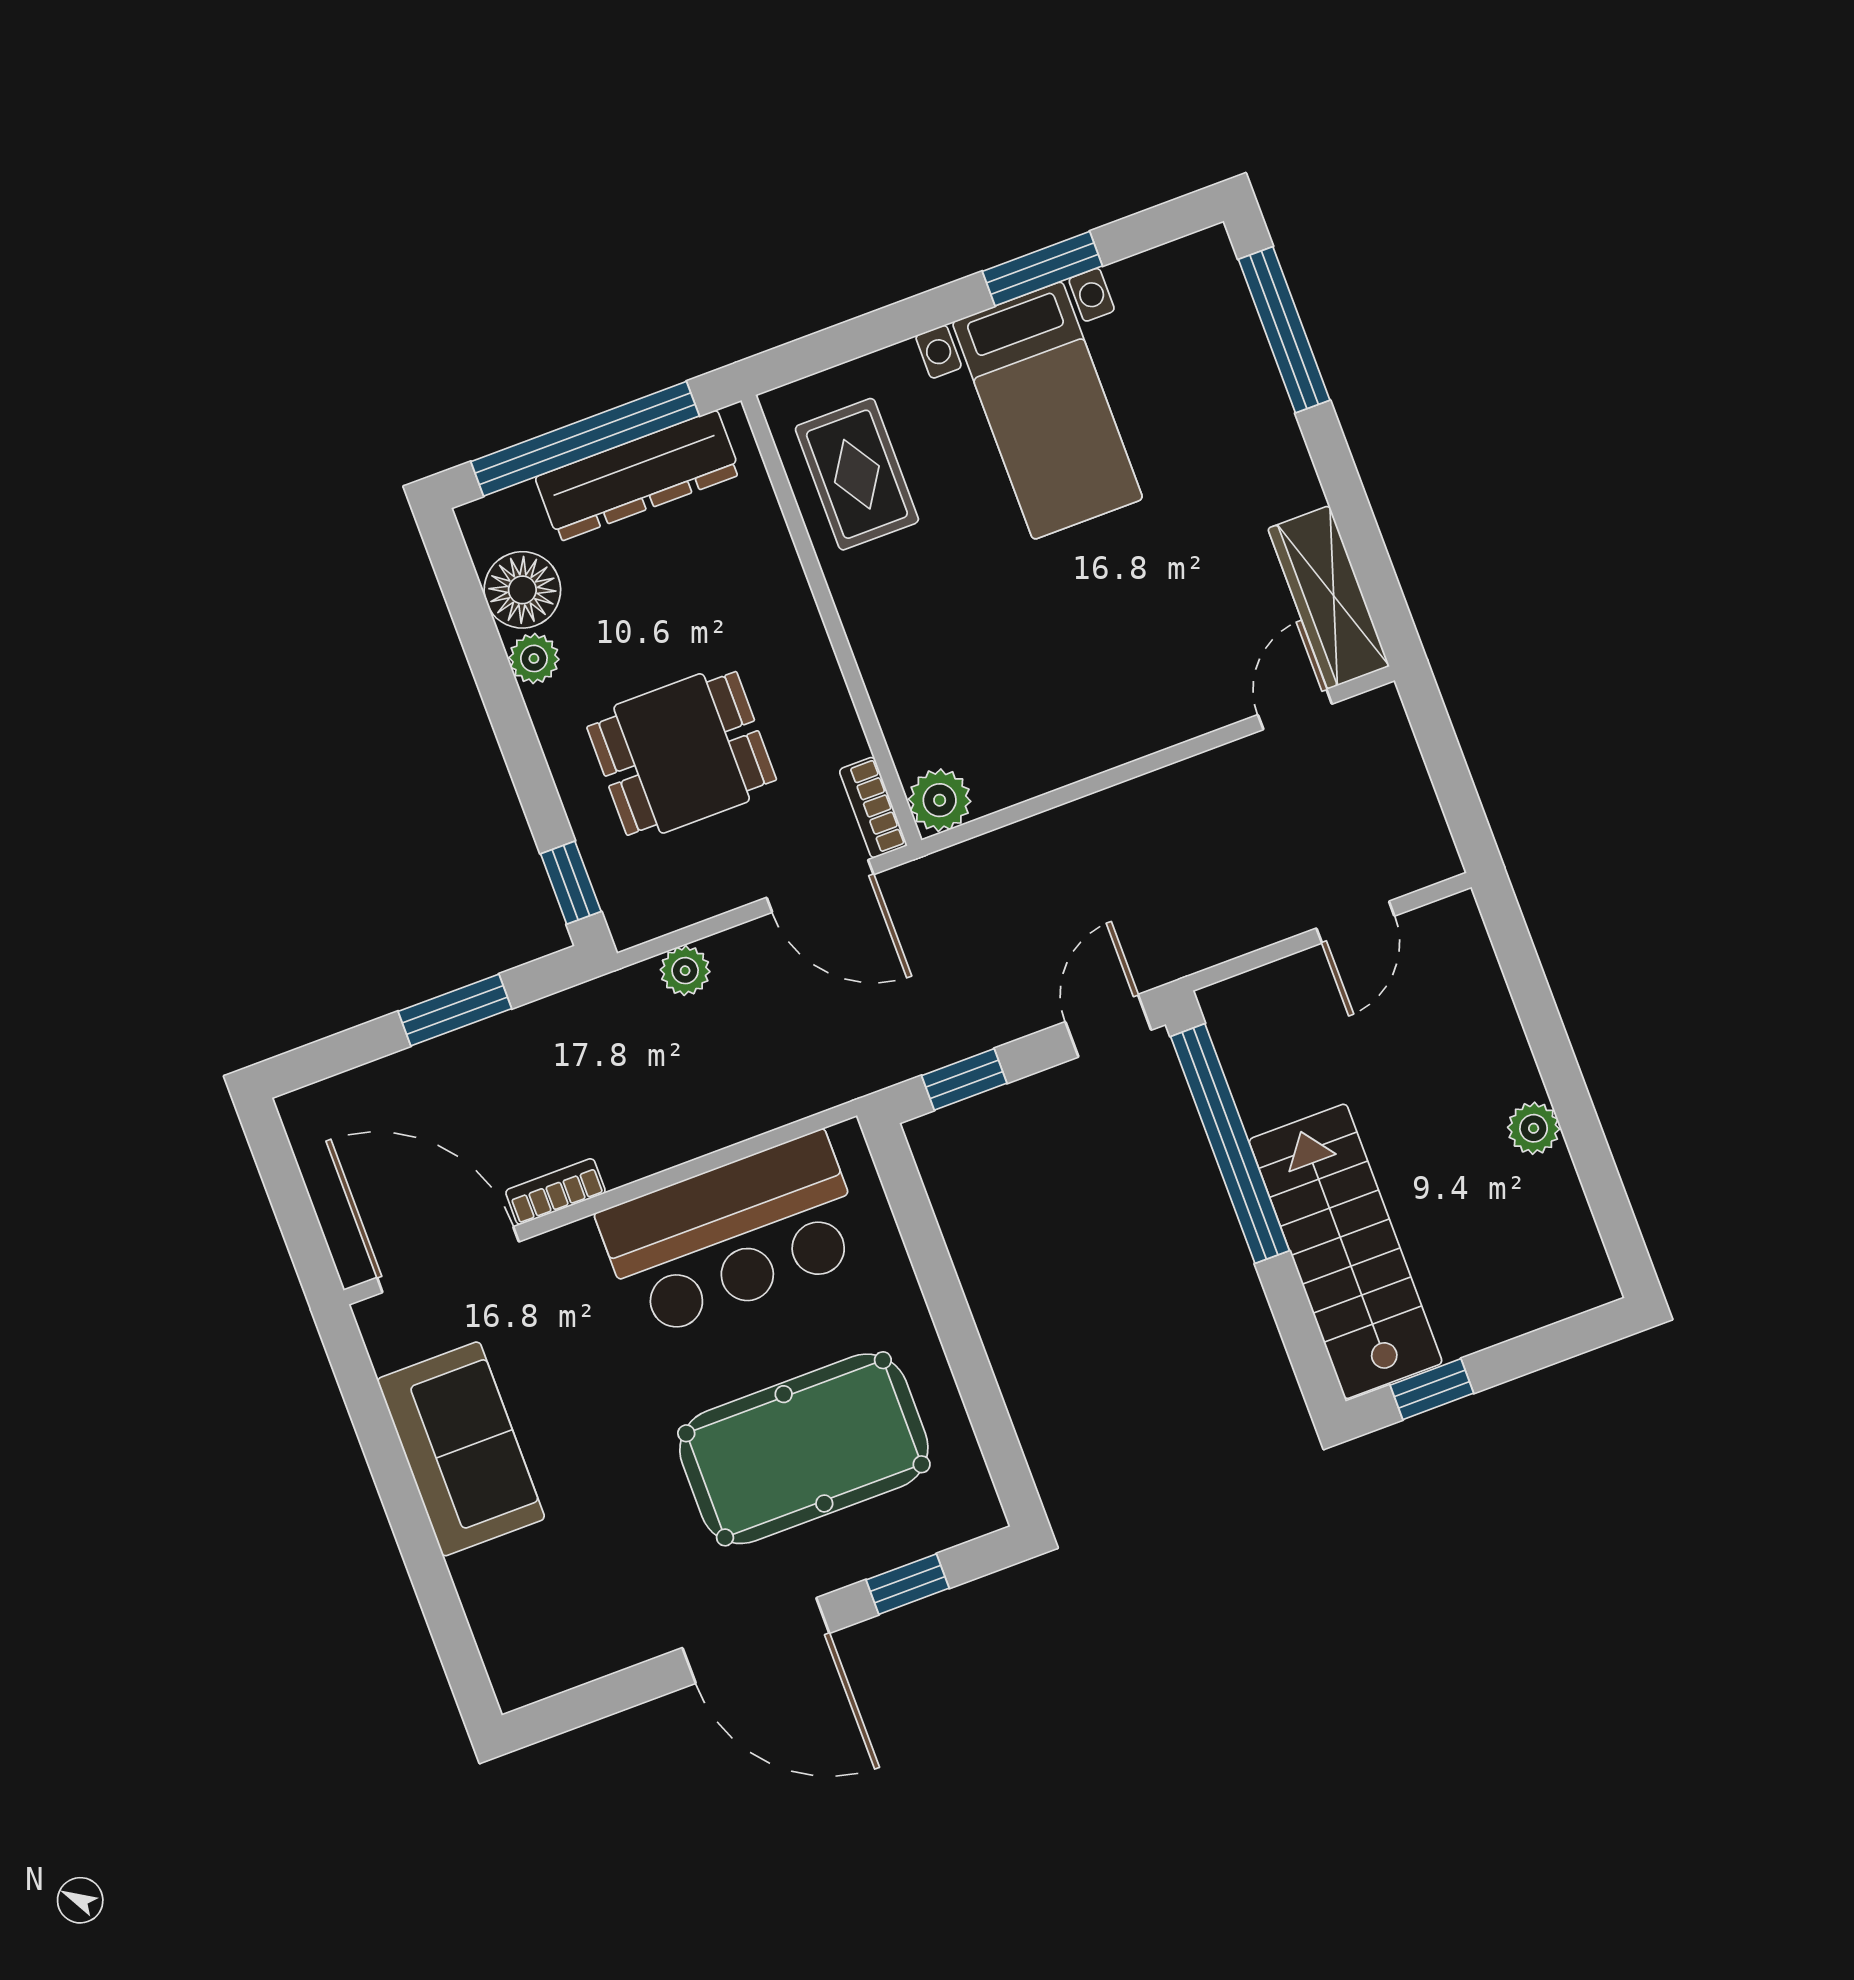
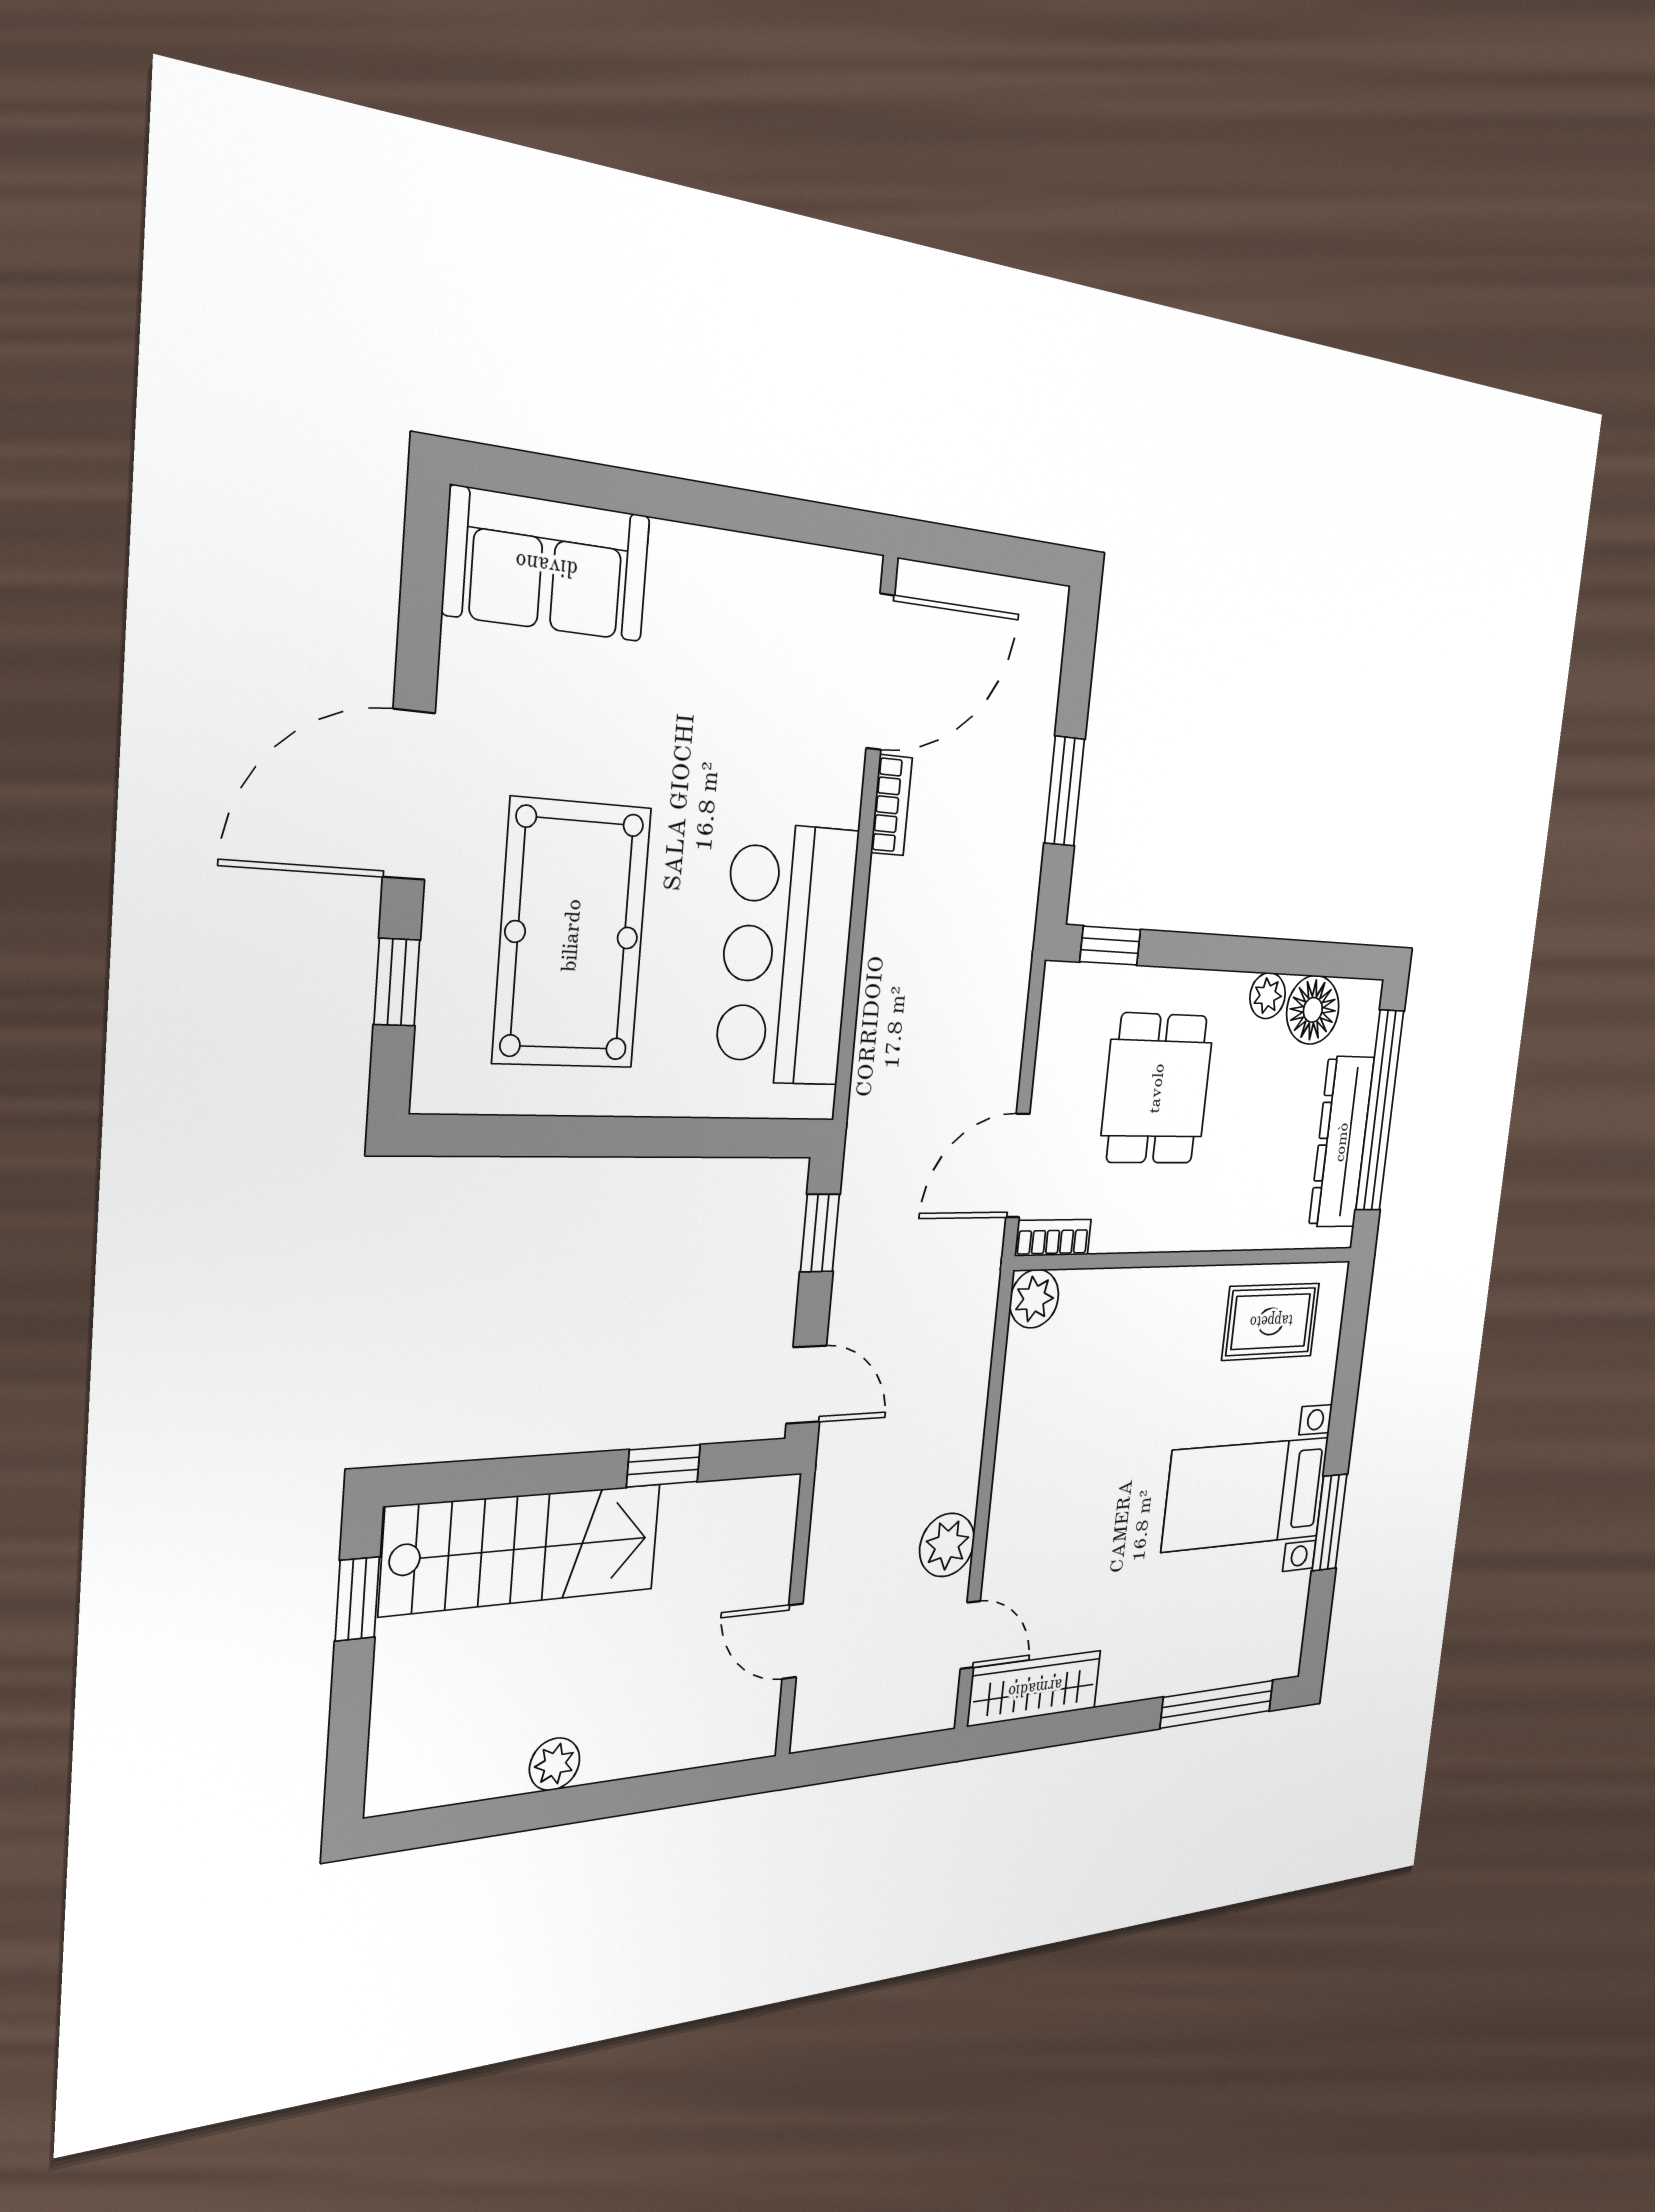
plant: (685, 971) -> (947, 1545), moved, width x1.38, depth x1.38
window: (1230, 1144) -> (664, 1466), width x0.32
sofa: (461, 1449) -> (547, 565), moved

